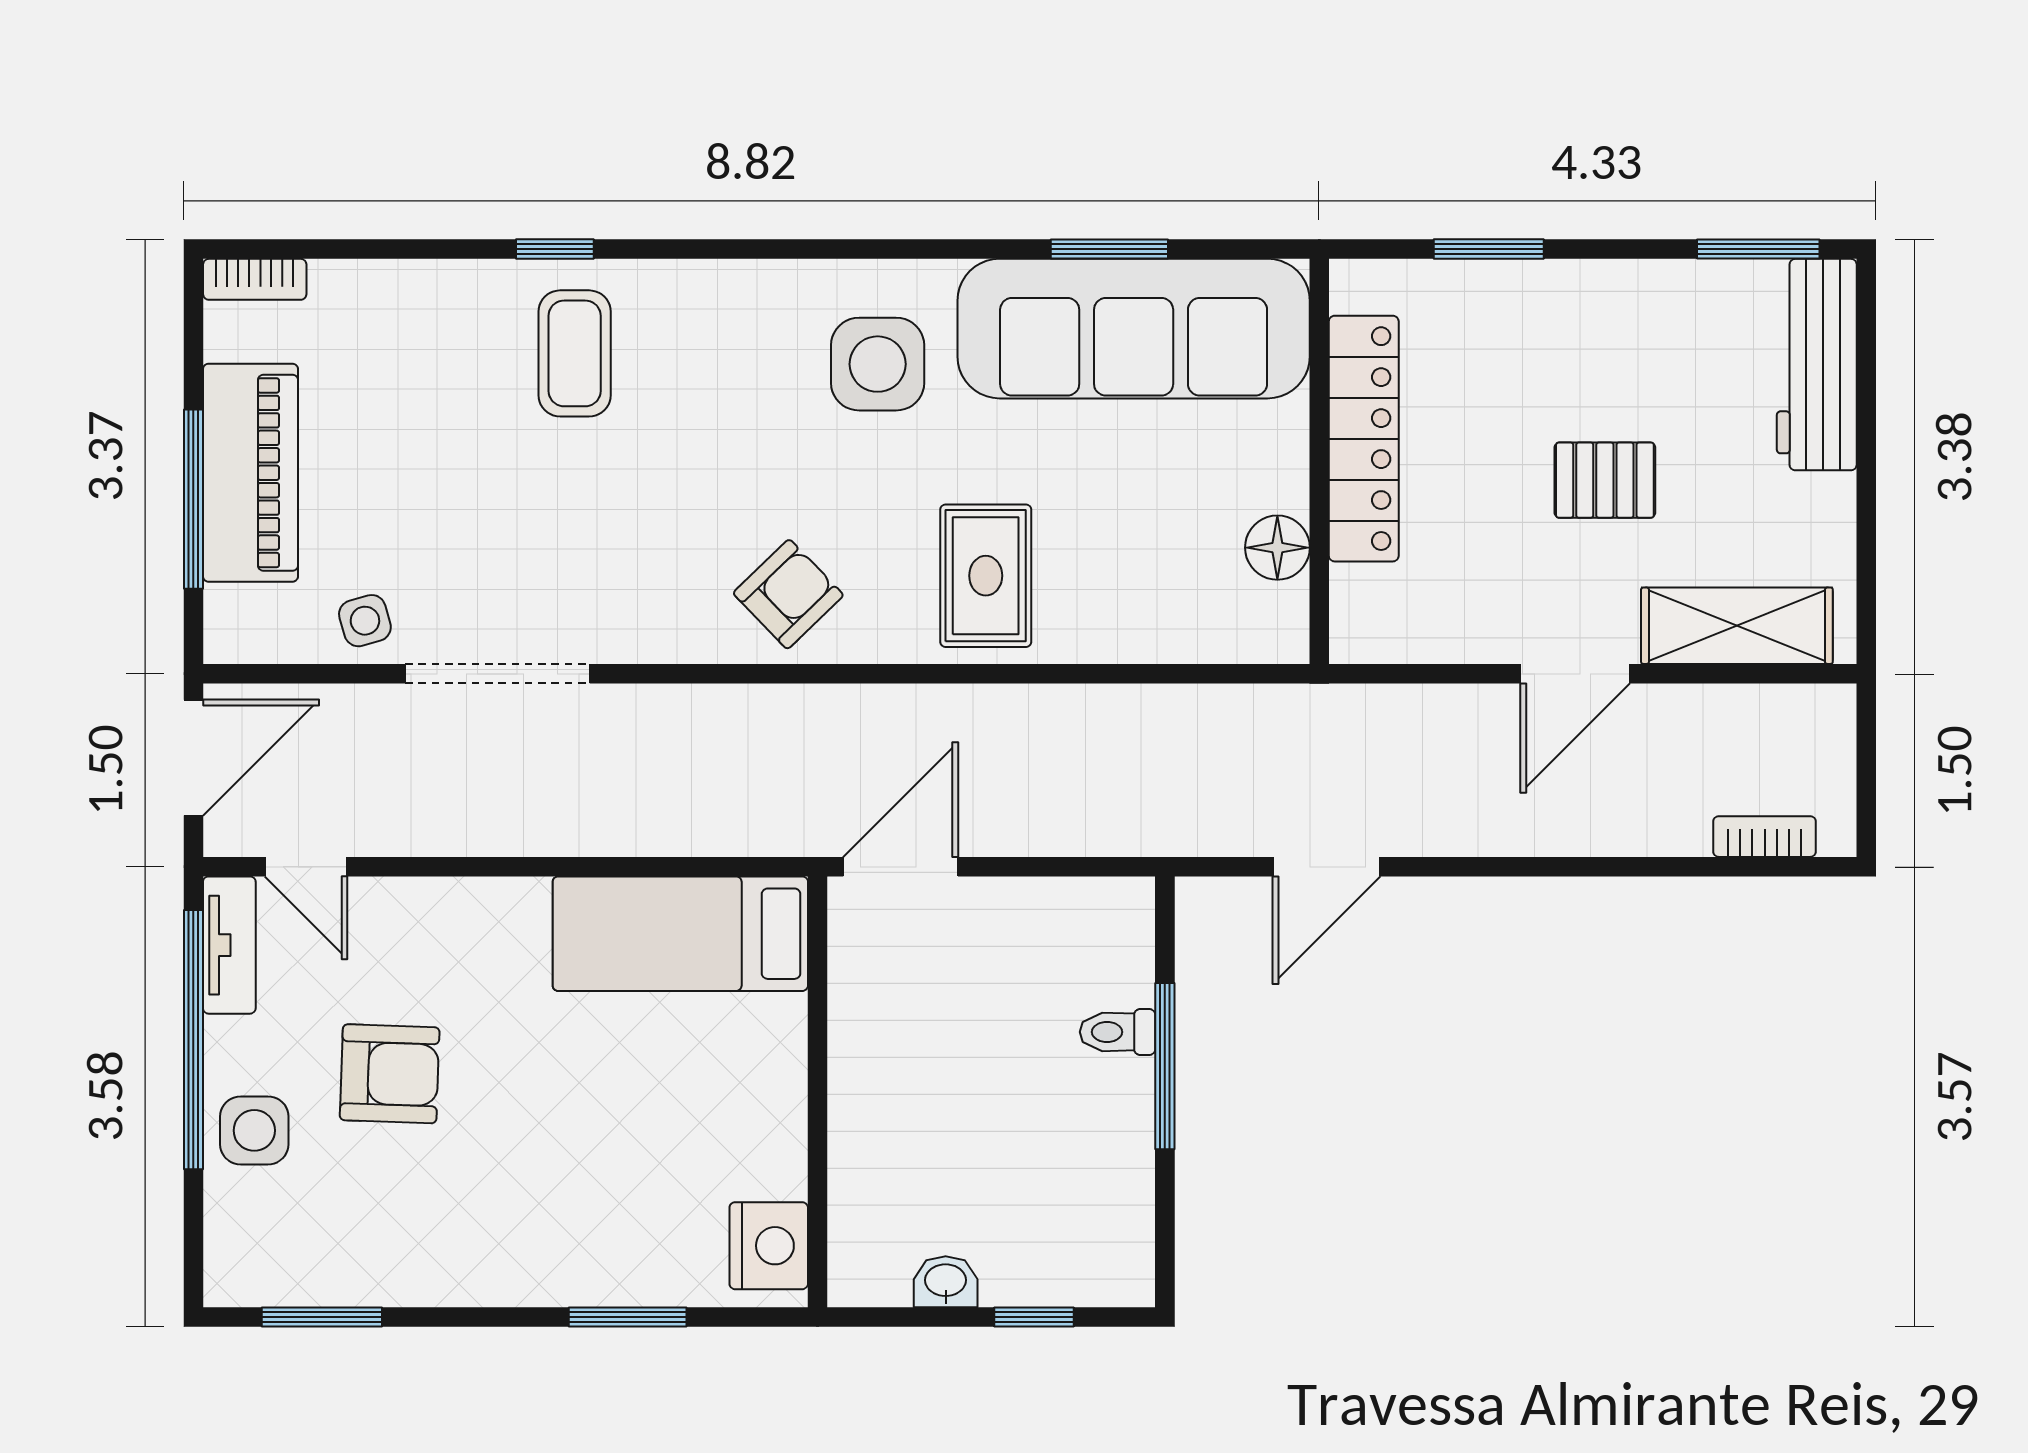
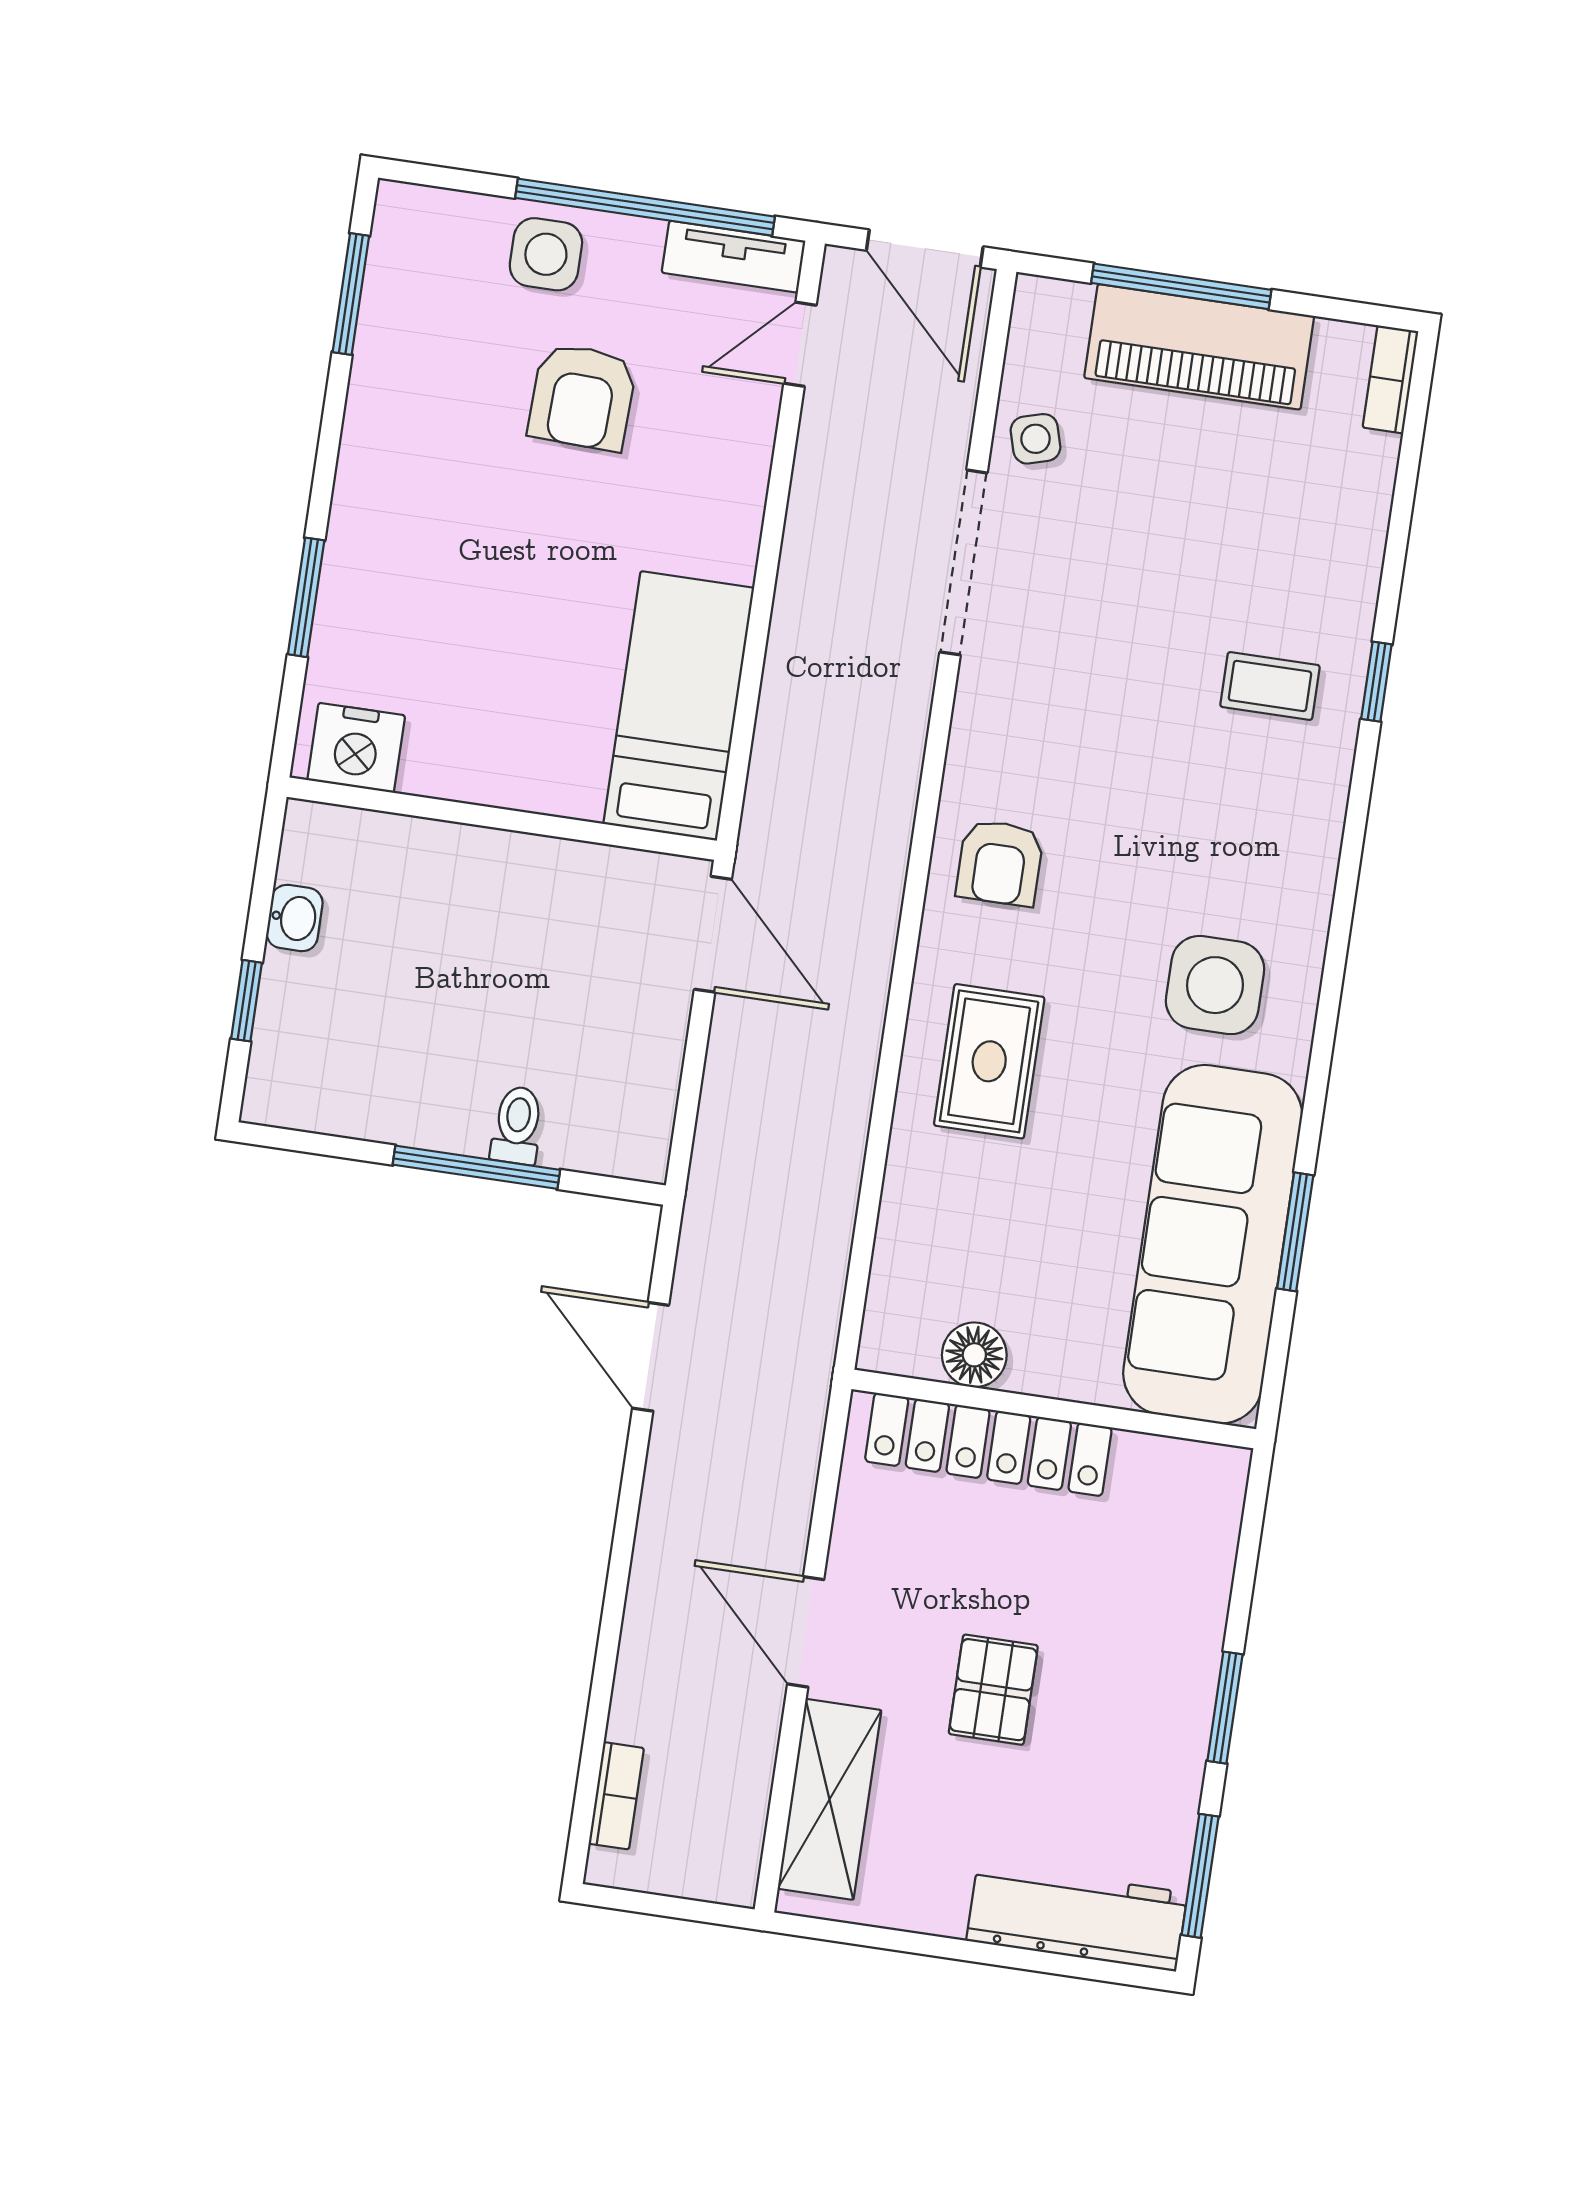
window: (1489, 249) -> (1225, 1708), moved
coffee table: (575, 353) -> (1270, 686), width x0.73, depth x0.77
locker: (1364, 439) -> (988, 1444), moved
rug: (986, 576) -> (989, 1061), turned 90
armchair: (788, 594) -> (1000, 863), turned 44

